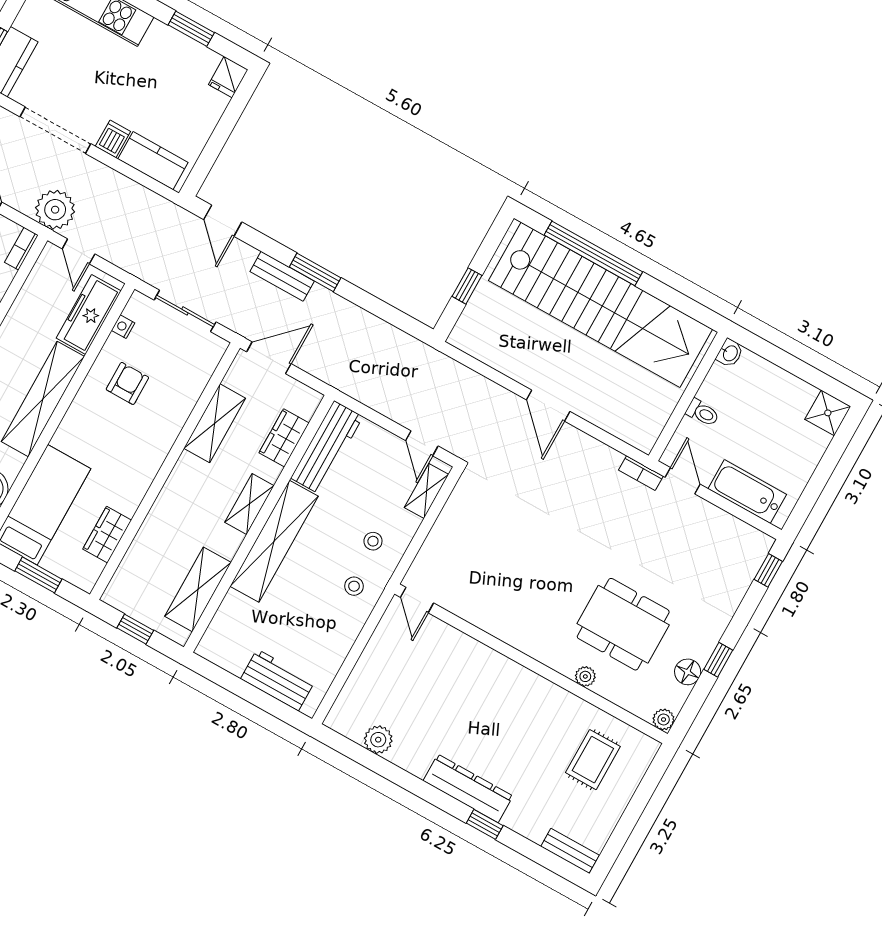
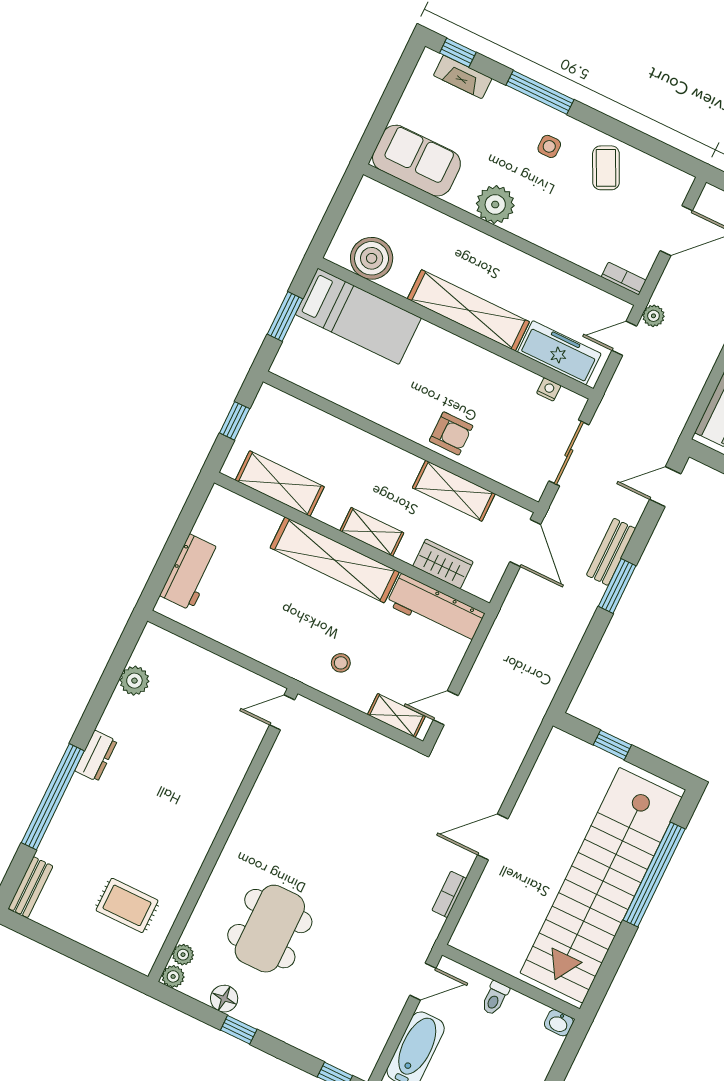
plant: (55, 210) -> (653, 316), width x0.53, depth x0.53
armchair: (127, 383) -> (451, 433), moved
bookcase: (641, 473) -> (449, 894), moved
wardrobe: (107, 535) -> (331, 386), removed
stool: (354, 586) -> (293, 646), removed
plant: (585, 676) -> (183, 955), moved
dresser: (468, 788) -> (96, 756), width x0.51, depth x0.80
window: (485, 824) -> (53, 797), width x3.17

